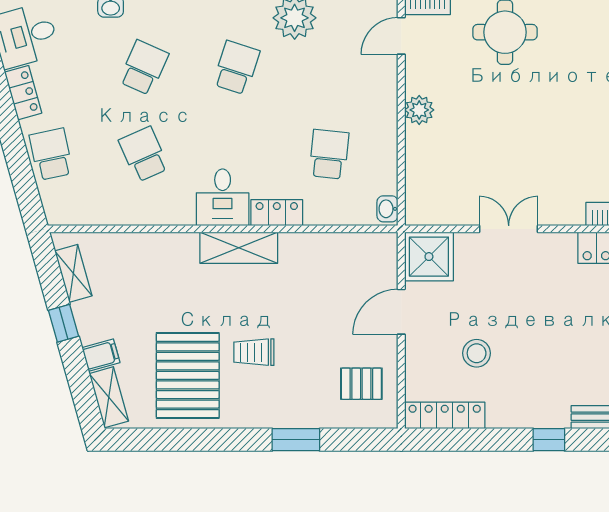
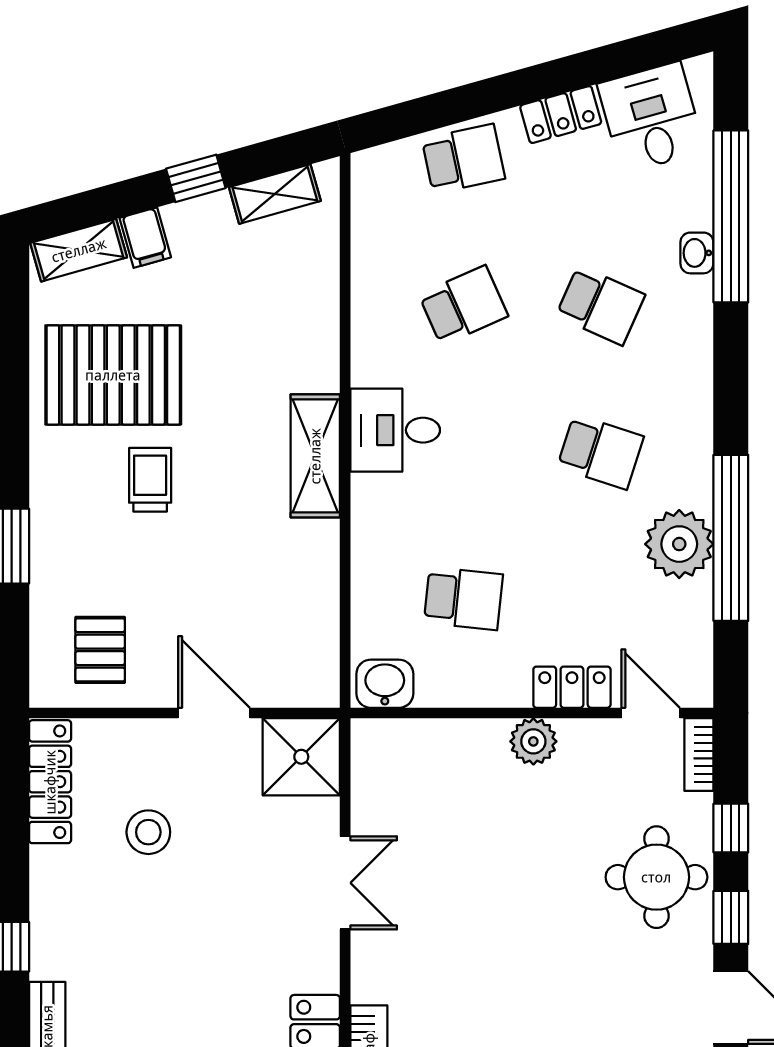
washbasin: (387, 209) -> (385, 684), width x1.38, depth x1.45
locker: (277, 213) -> (572, 687), moved, turned -90

